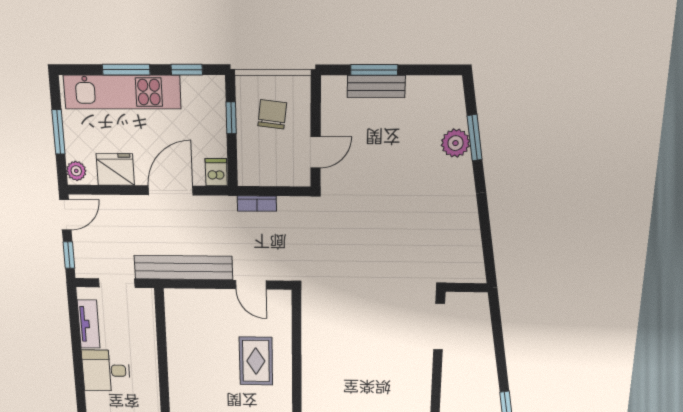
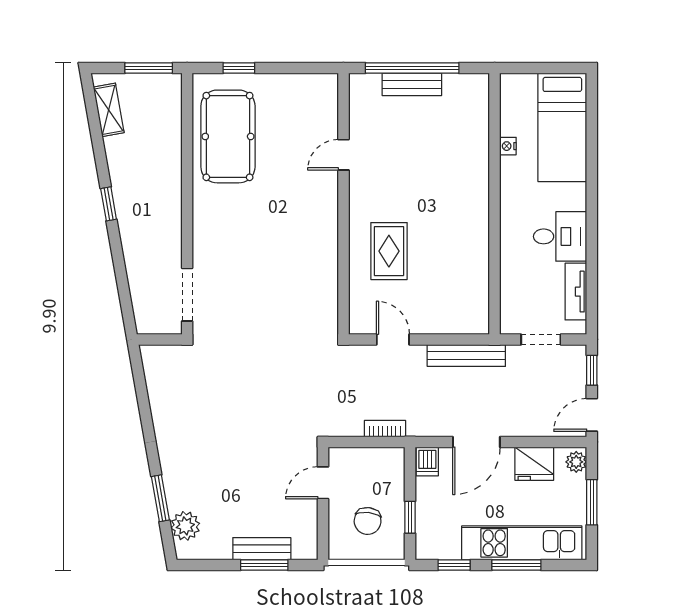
plant: (455, 143) -> (185, 526), moved
bench: (183, 268) -> (466, 356), width x0.73, depth x0.82

